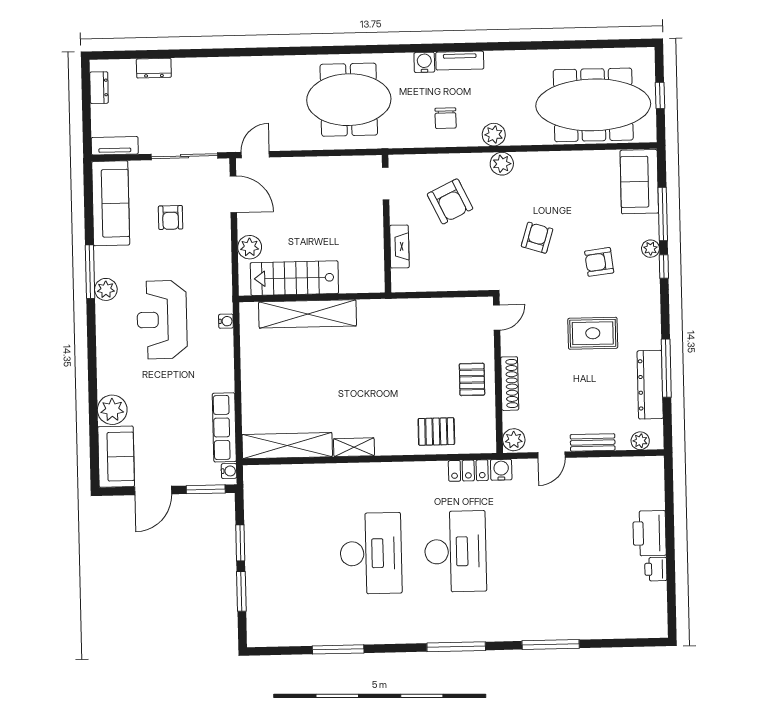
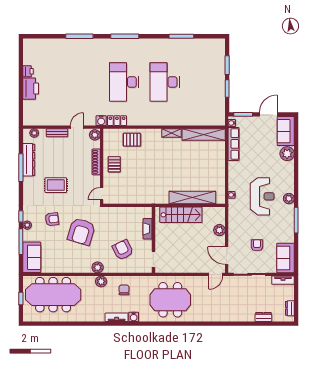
sofa: (111, 203) -> (286, 258), width x0.73
armchair: (537, 238) -> (81, 232), width x1.88, depth x1.88
stairs: (294, 278) -> (181, 215), moved
plant: (106, 289) -> (289, 199), moved

